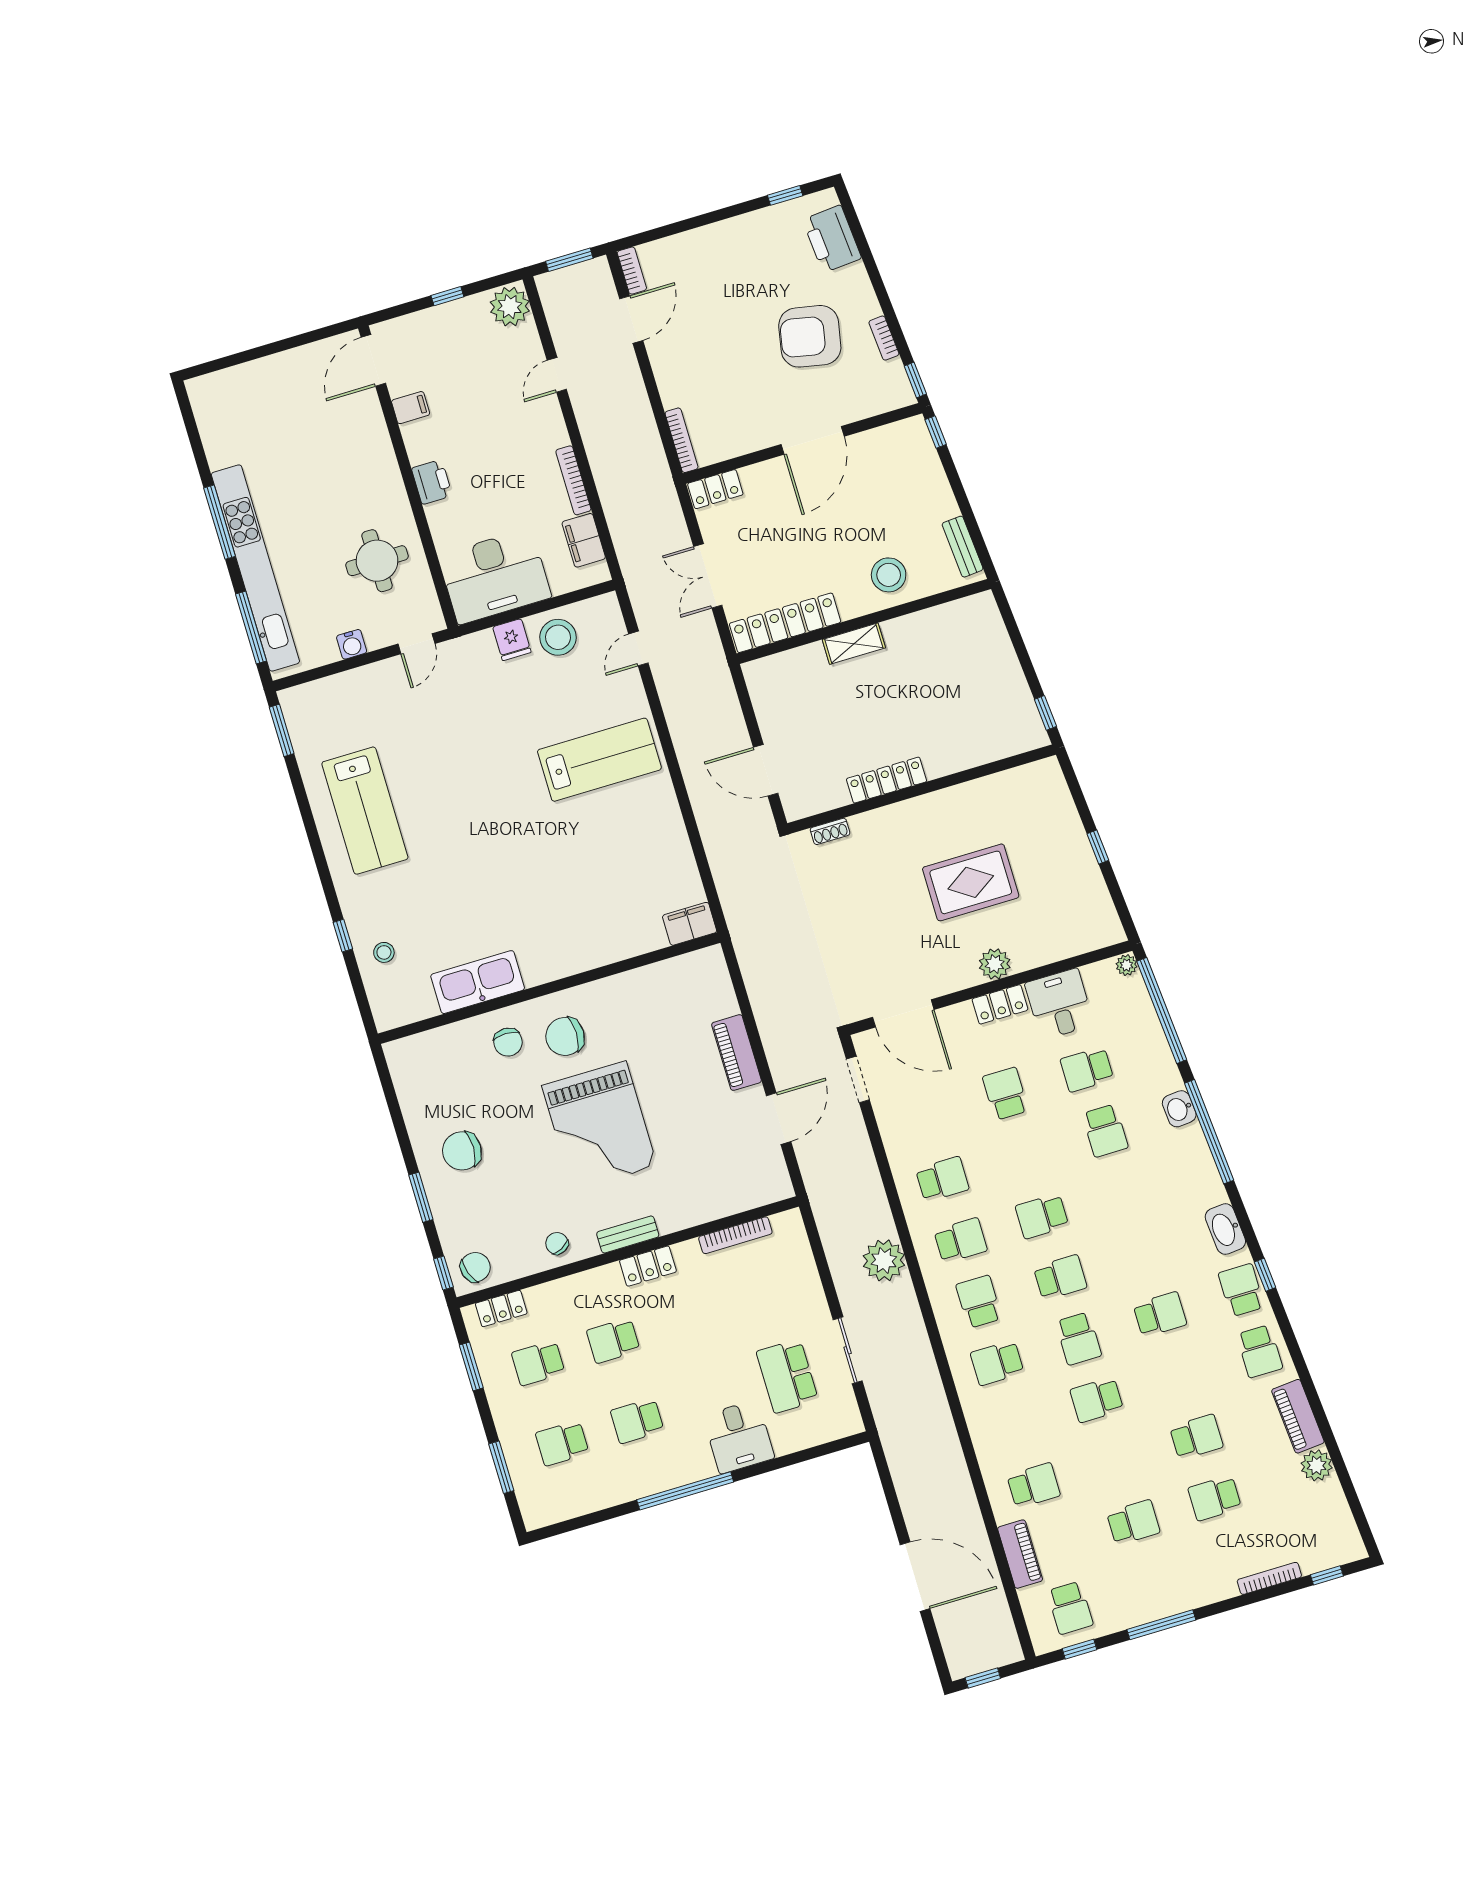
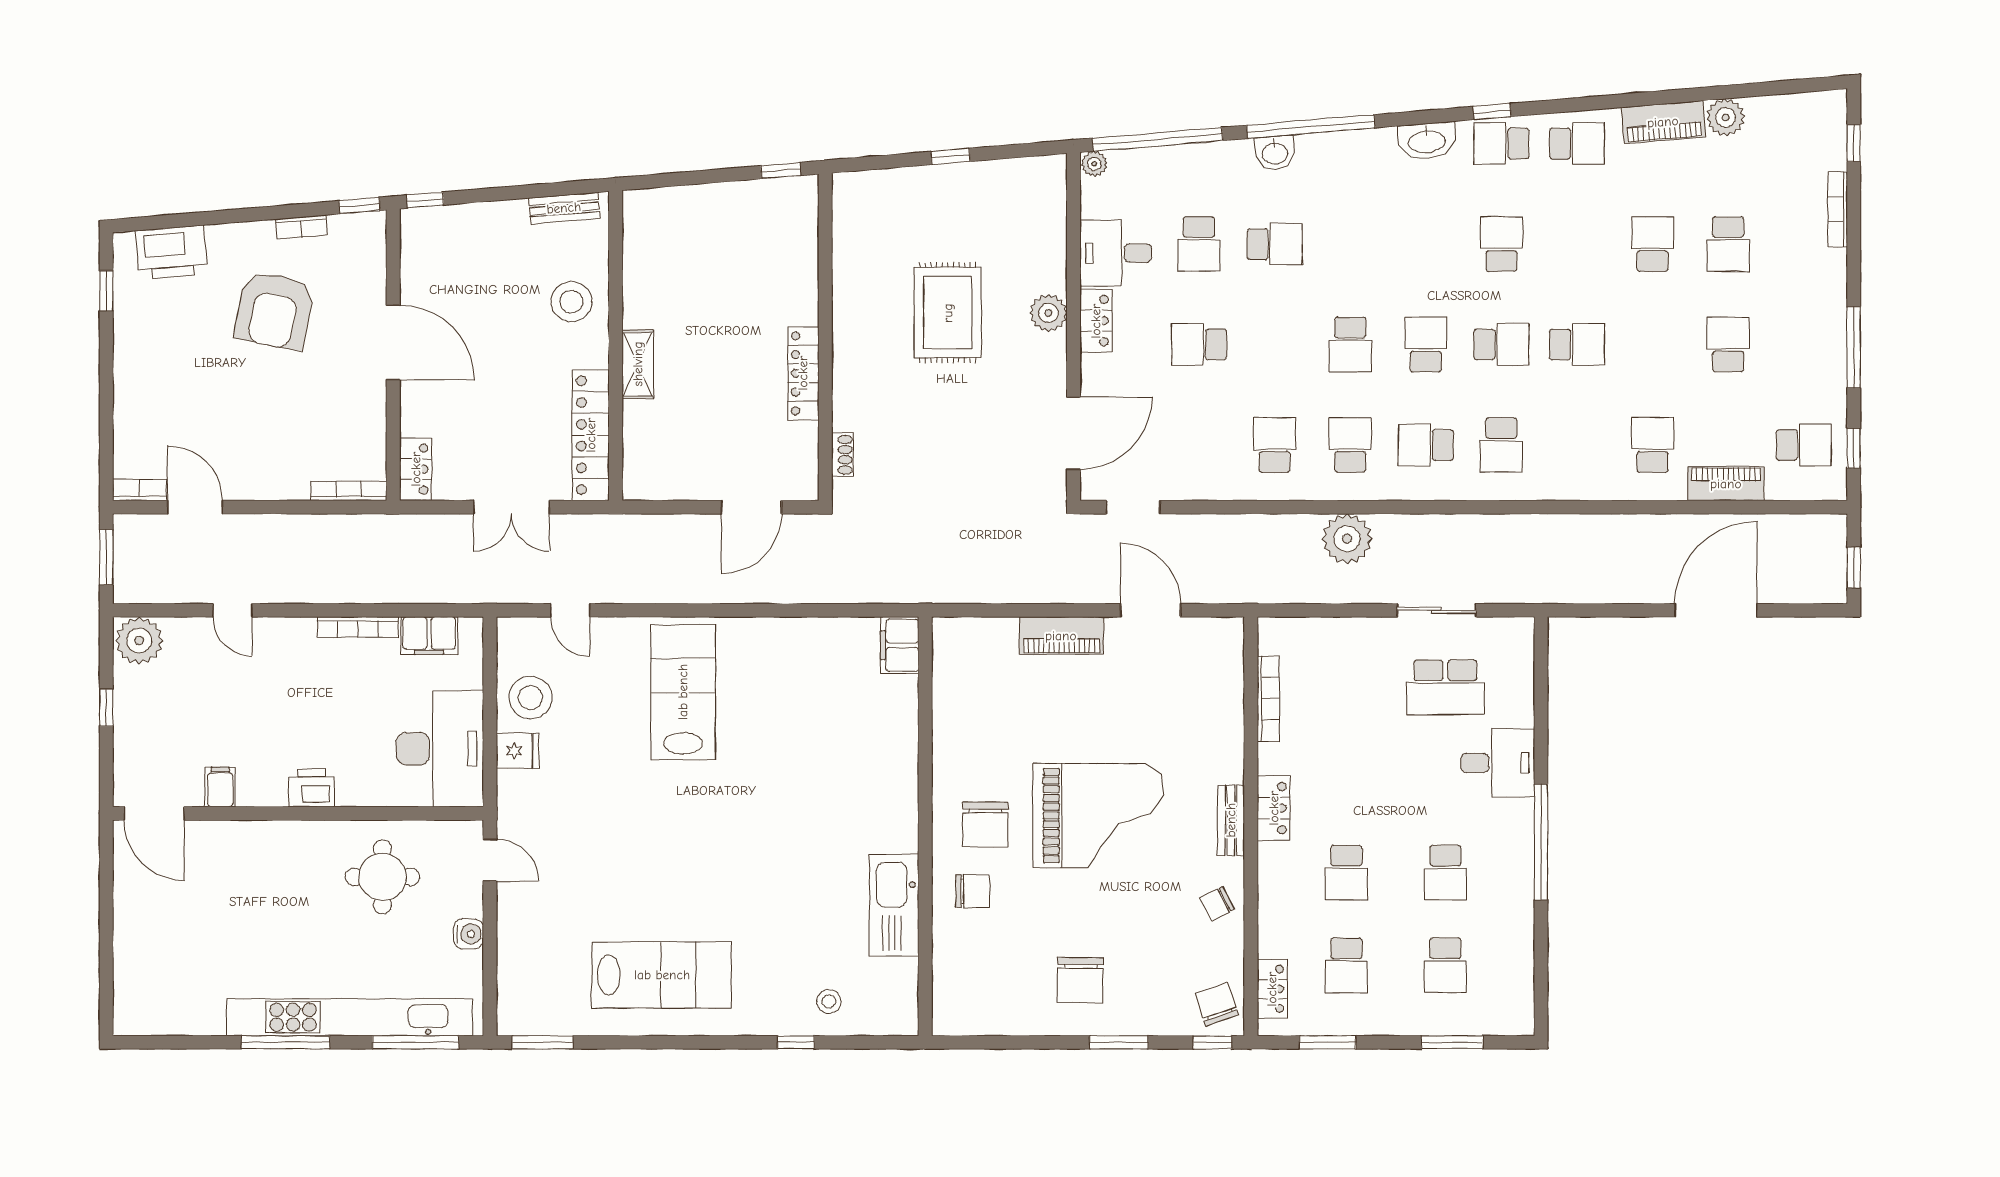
school desk: (1097, 1400) -> (1577, 345), turned -90

